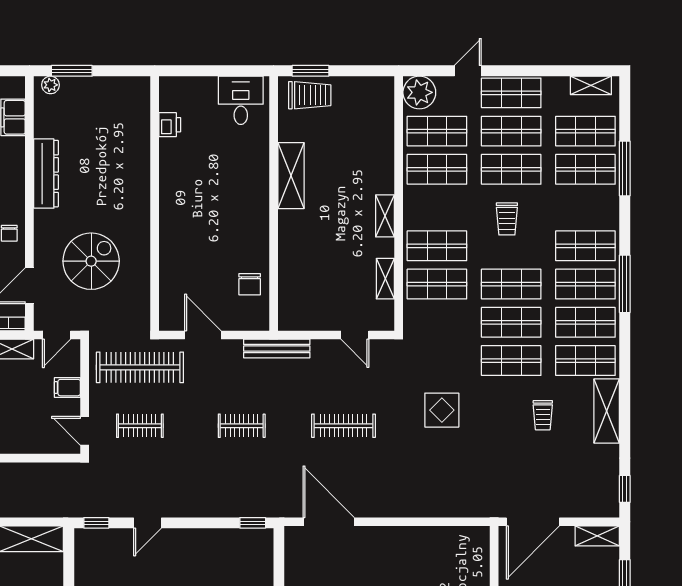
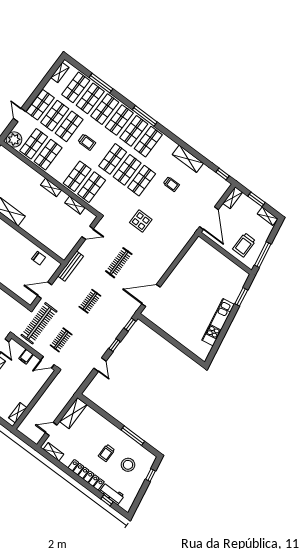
shop shelf: (585, 361) -> (105, 109), moved
window: (96, 523) -> (115, 345), moved

